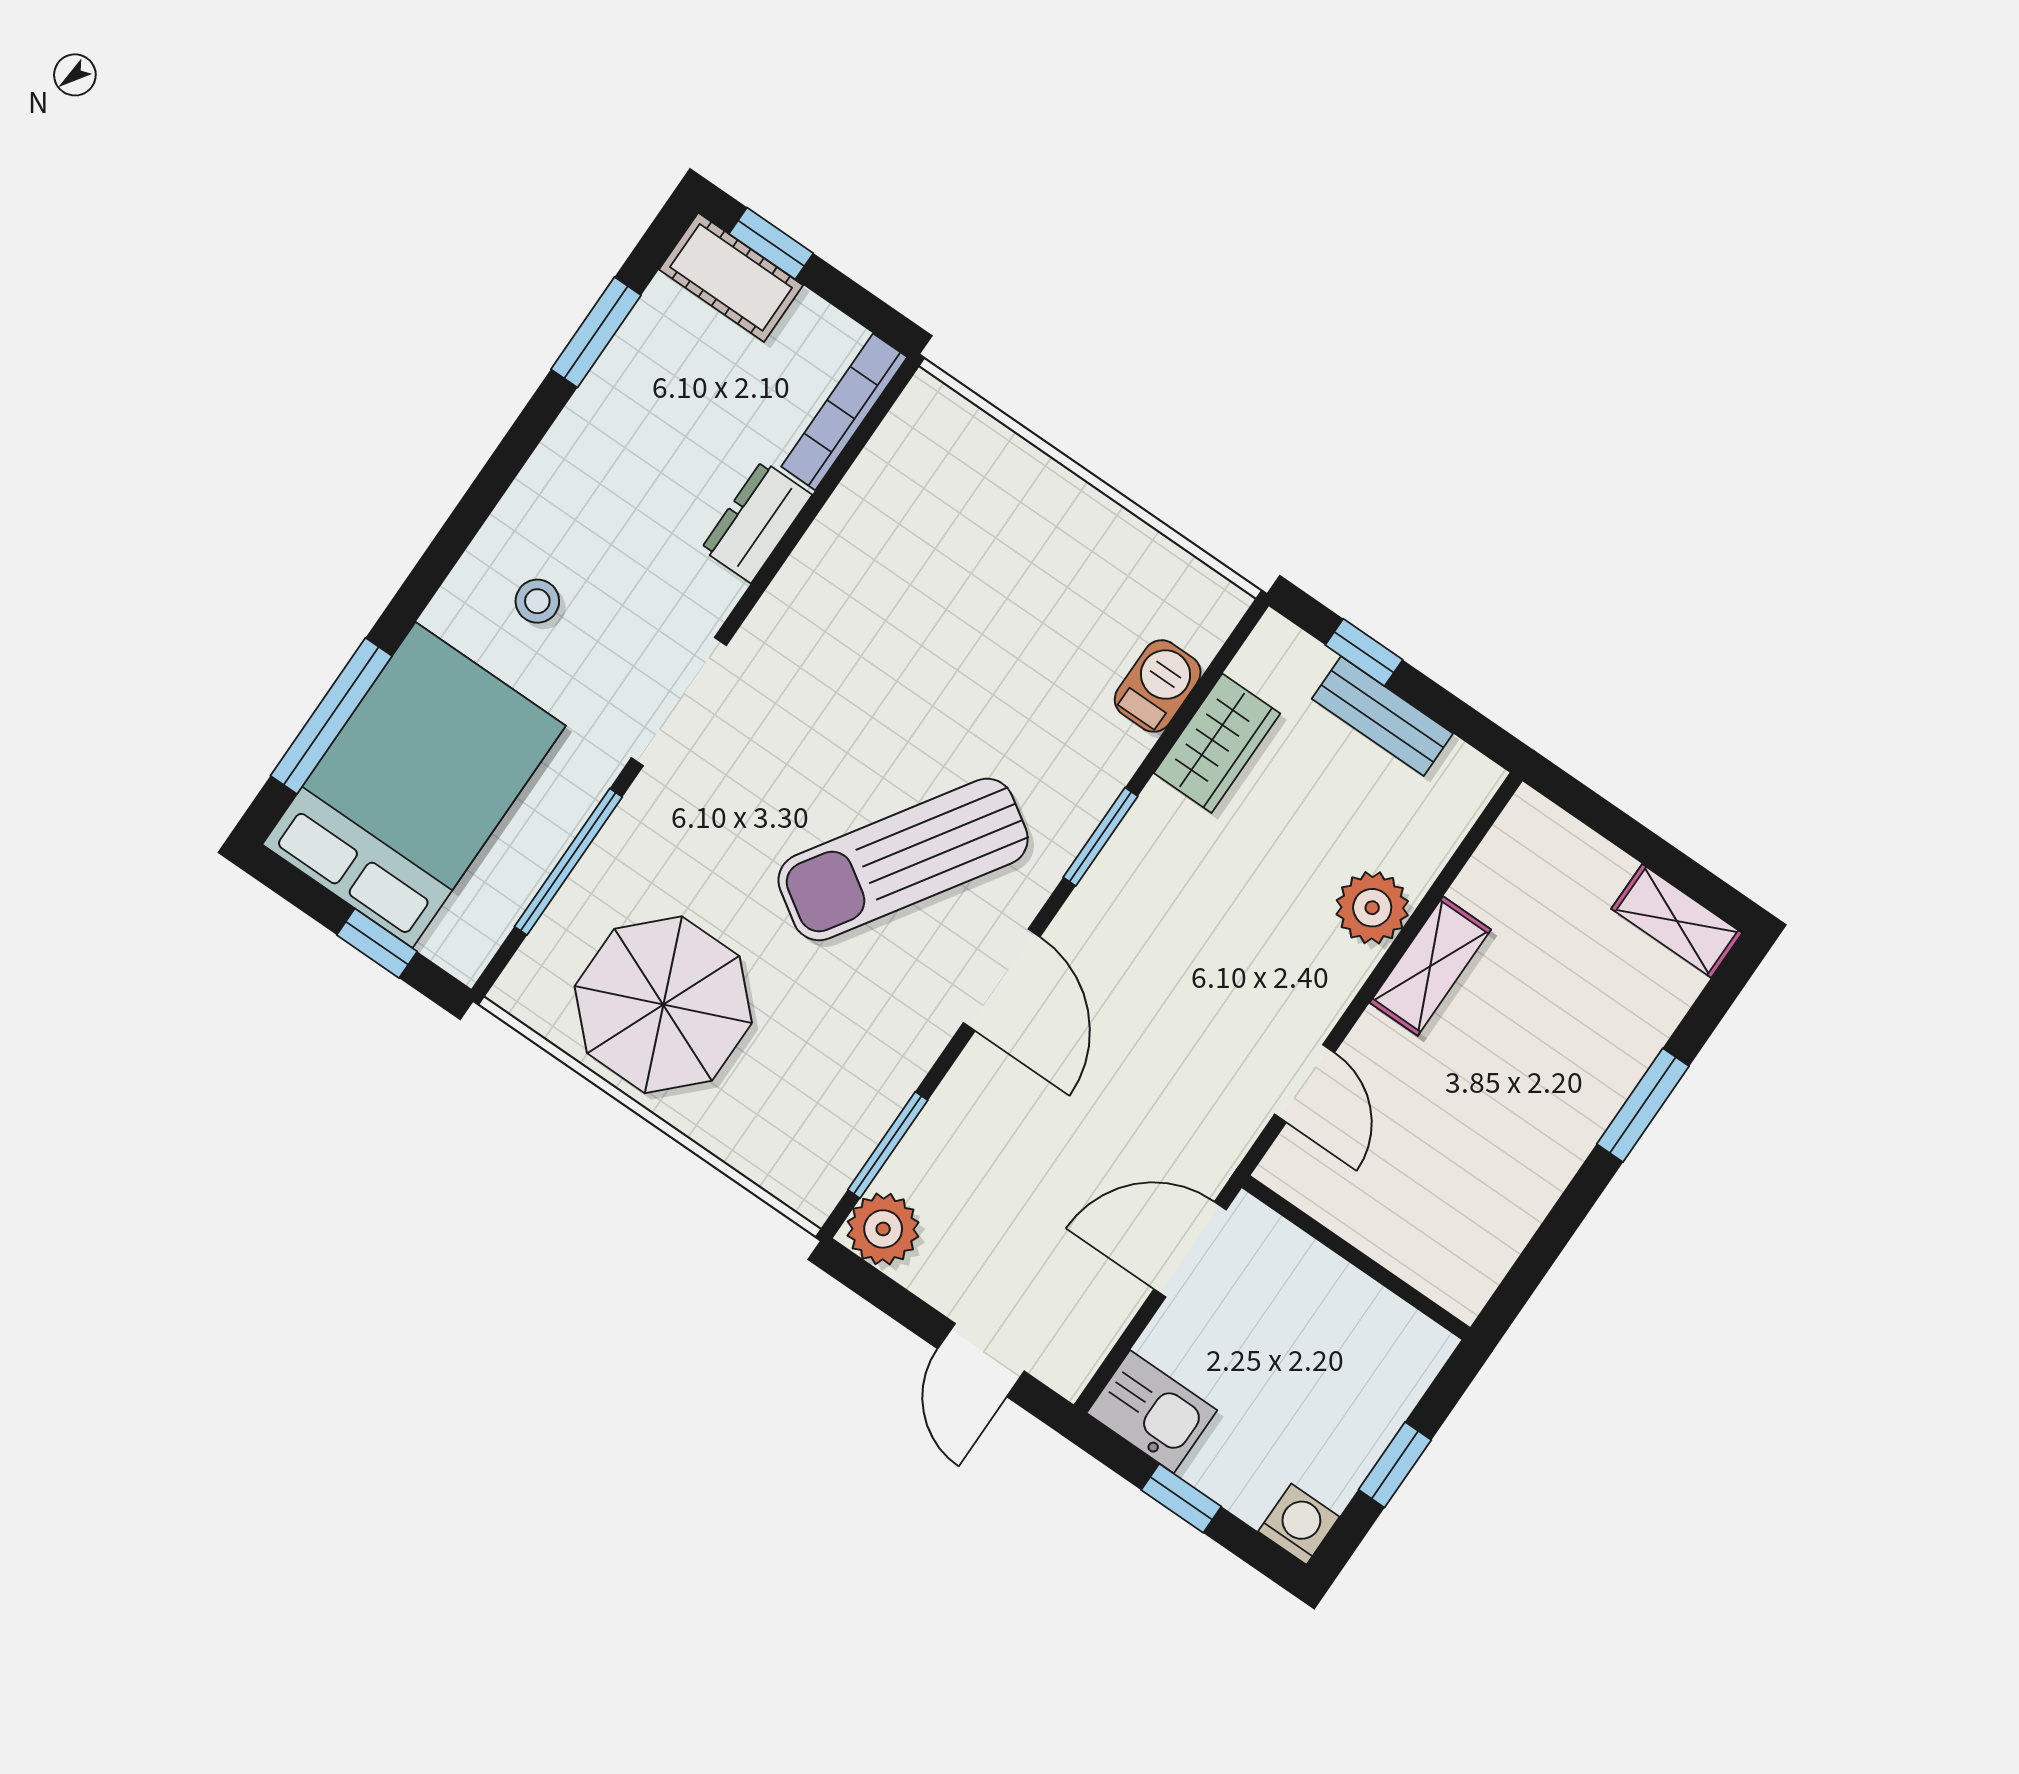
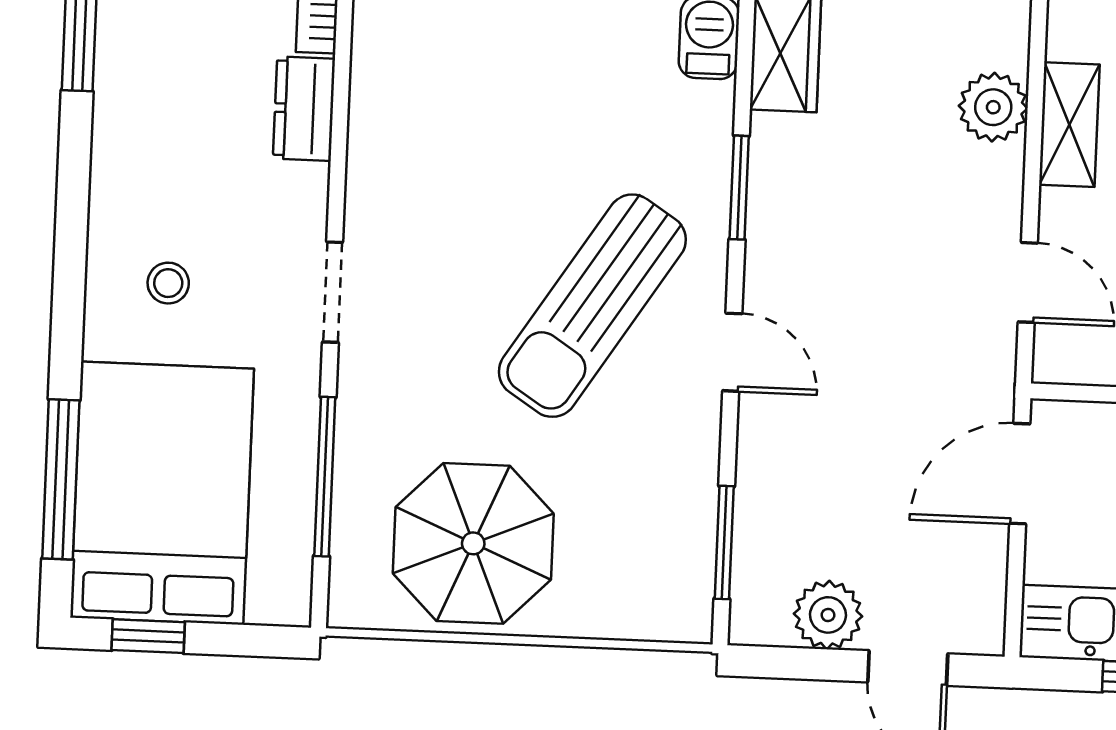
doorway: (679, 701) -> (333, 292), width x0.73
window: (377, 943) -> (148, 636), moved
door: (1002, 980) -> (732, 352), width x0.73
plant: (883, 1229) -> (828, 615), moved

